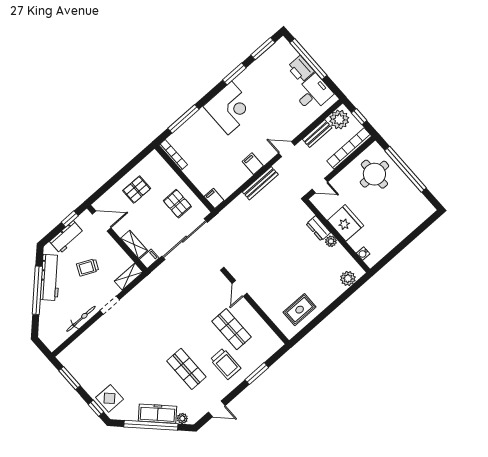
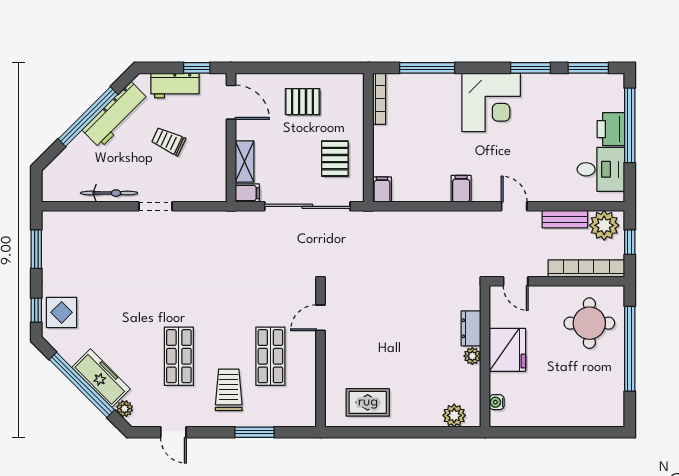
bench: (260, 183) -> (450, 219), removed
shelving: (129, 277) -> (206, 193), removed
trolley: (226, 364) -> (229, 390), turned 180

